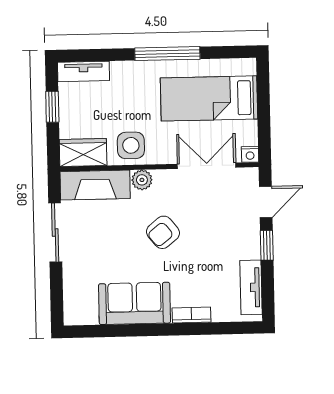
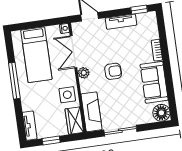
plant: (142, 180) -> (84, 73), moved
armchair: (163, 232) -> (113, 71), turned -51
window: (267, 245) -> (139, 10), moved
tv unit: (251, 287) -> (121, 22), moved
floor lamp: (78, 310) -> (161, 113), added

